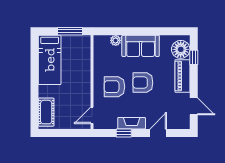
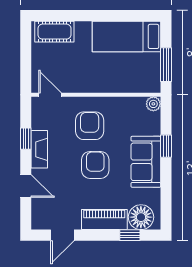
window: (129, 31) -> (166, 146), added
plant: (116, 40) -> (153, 104), moved

